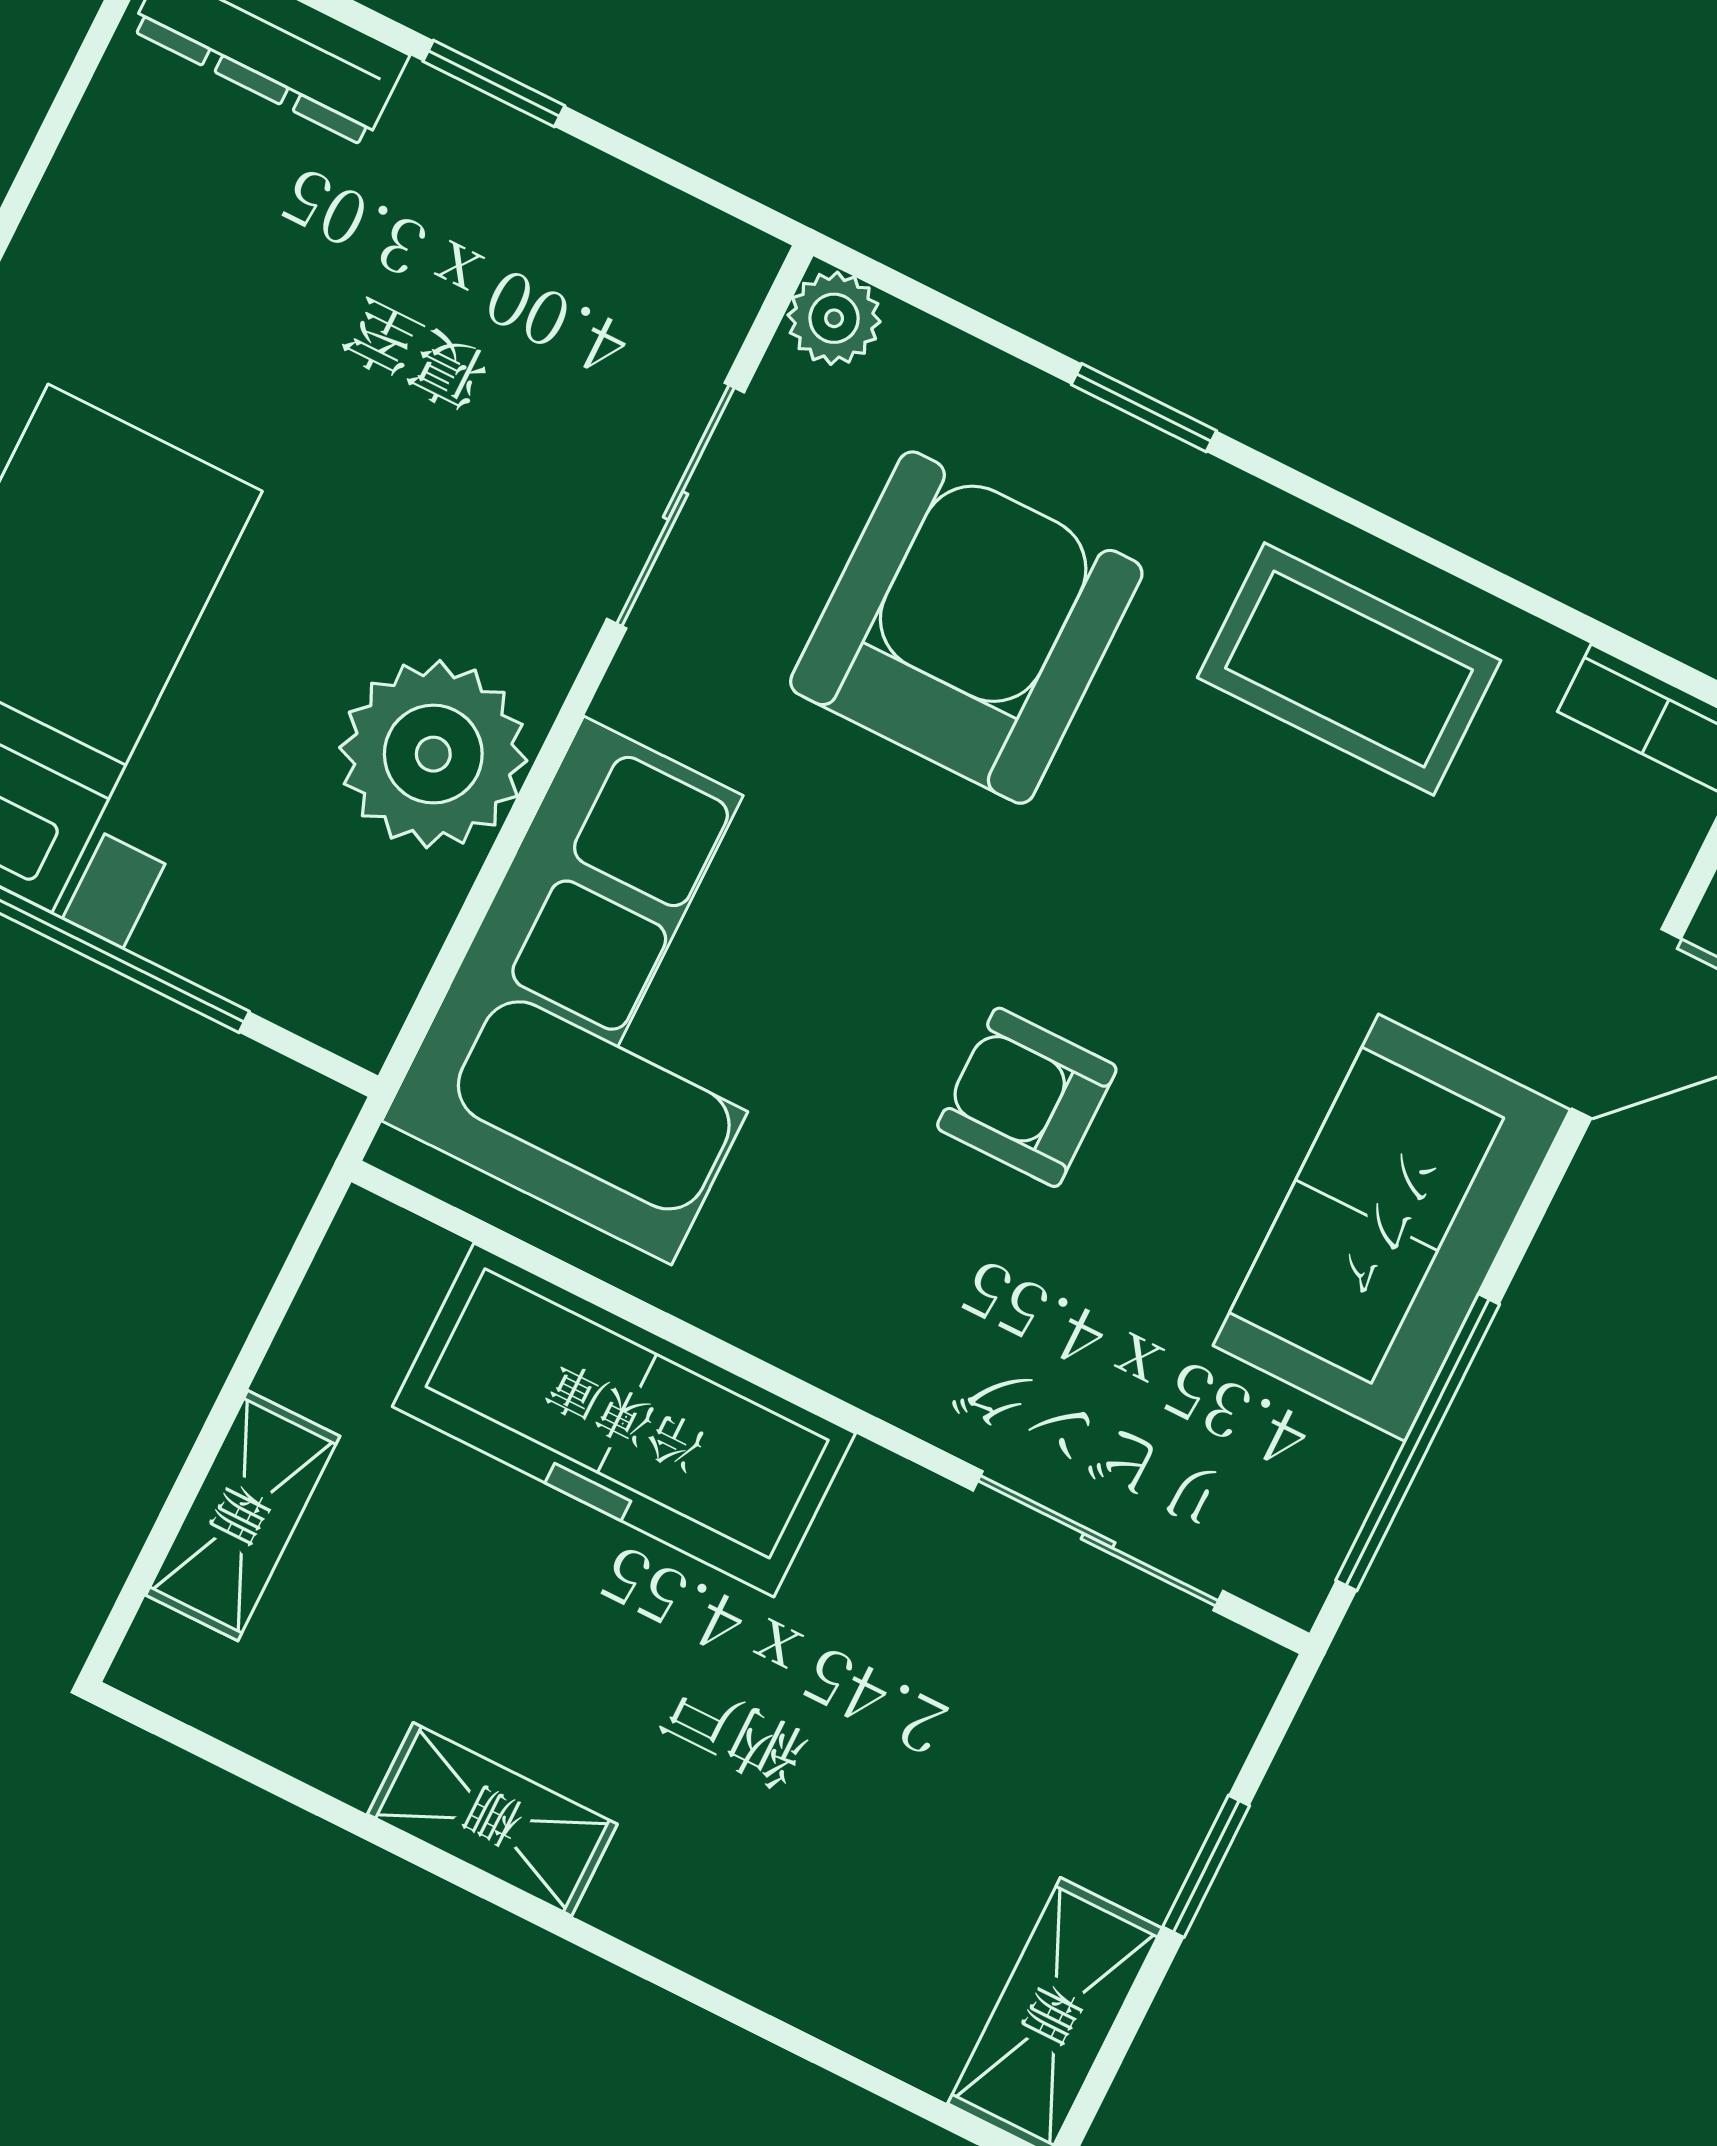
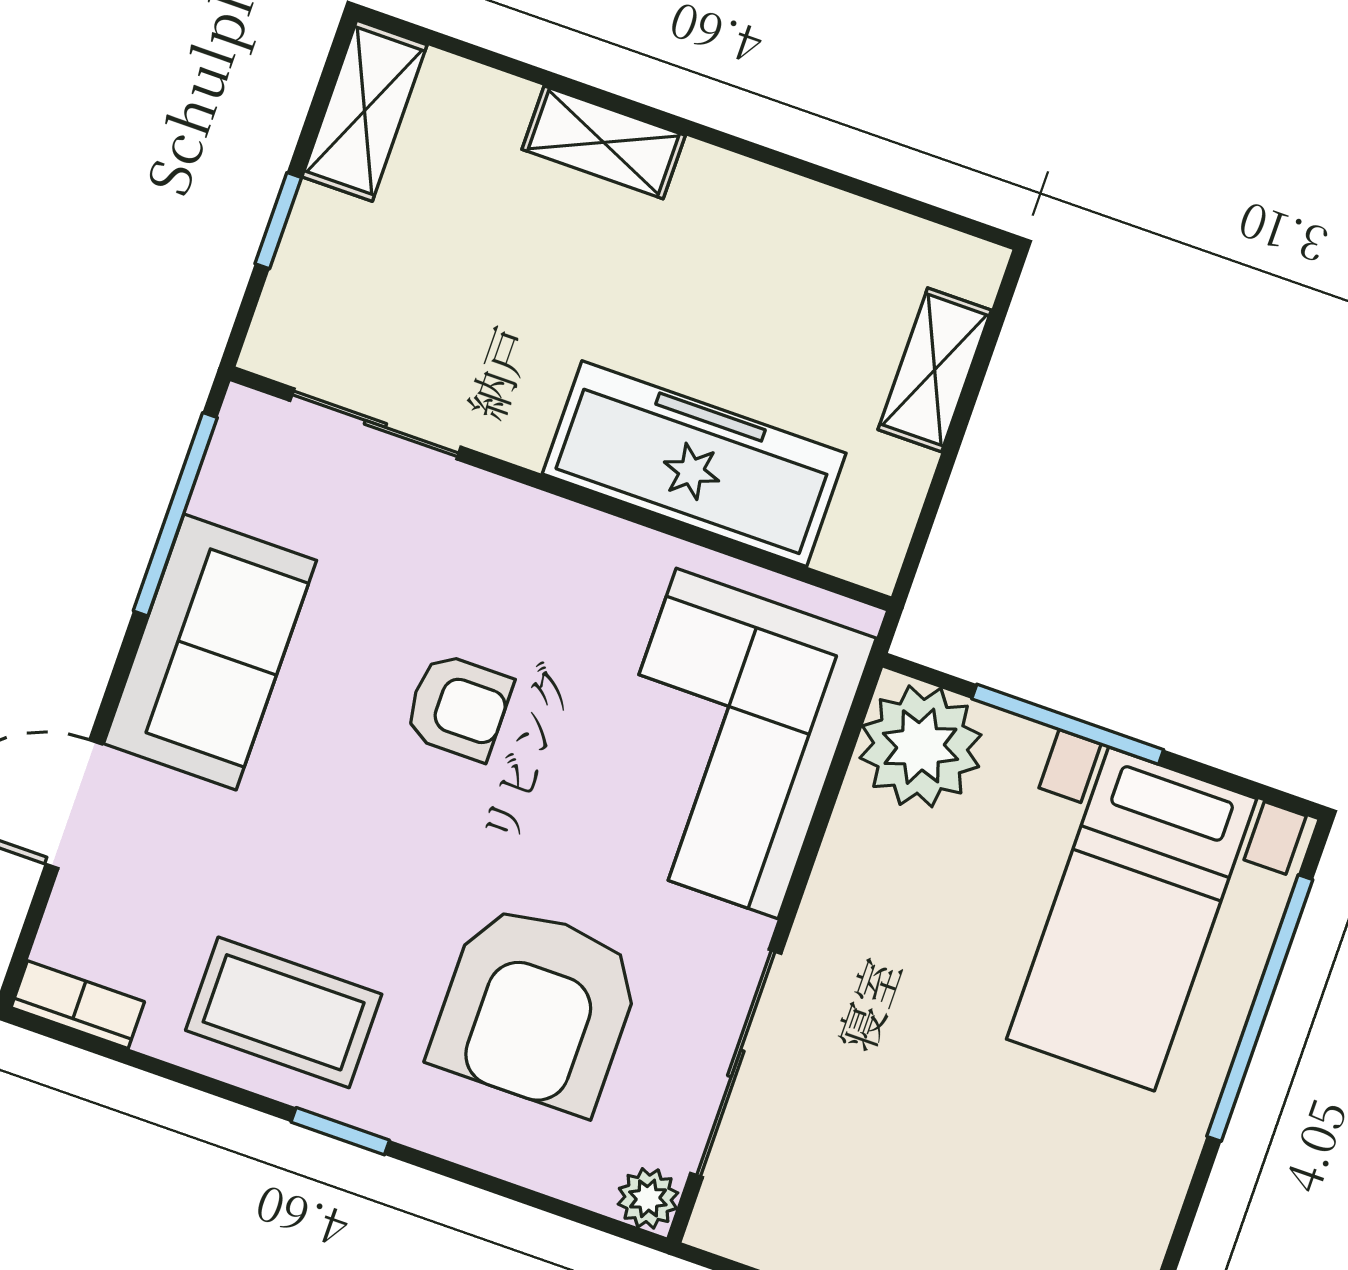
window: (1144, 408) -> (340, 1131), moved
sliding door: (676, 506) -> (736, 1063), width x1.37
plant: (433, 754) -> (921, 746), moved
shelving: (492, 1819) -> (604, 142), moved

